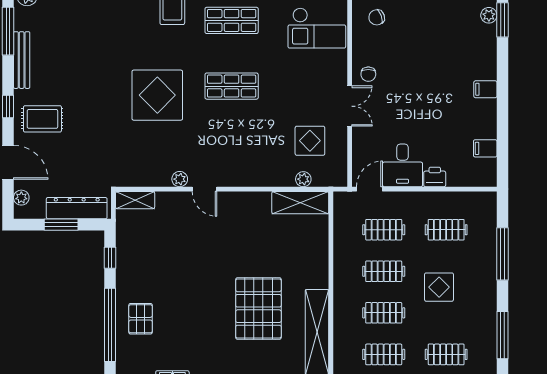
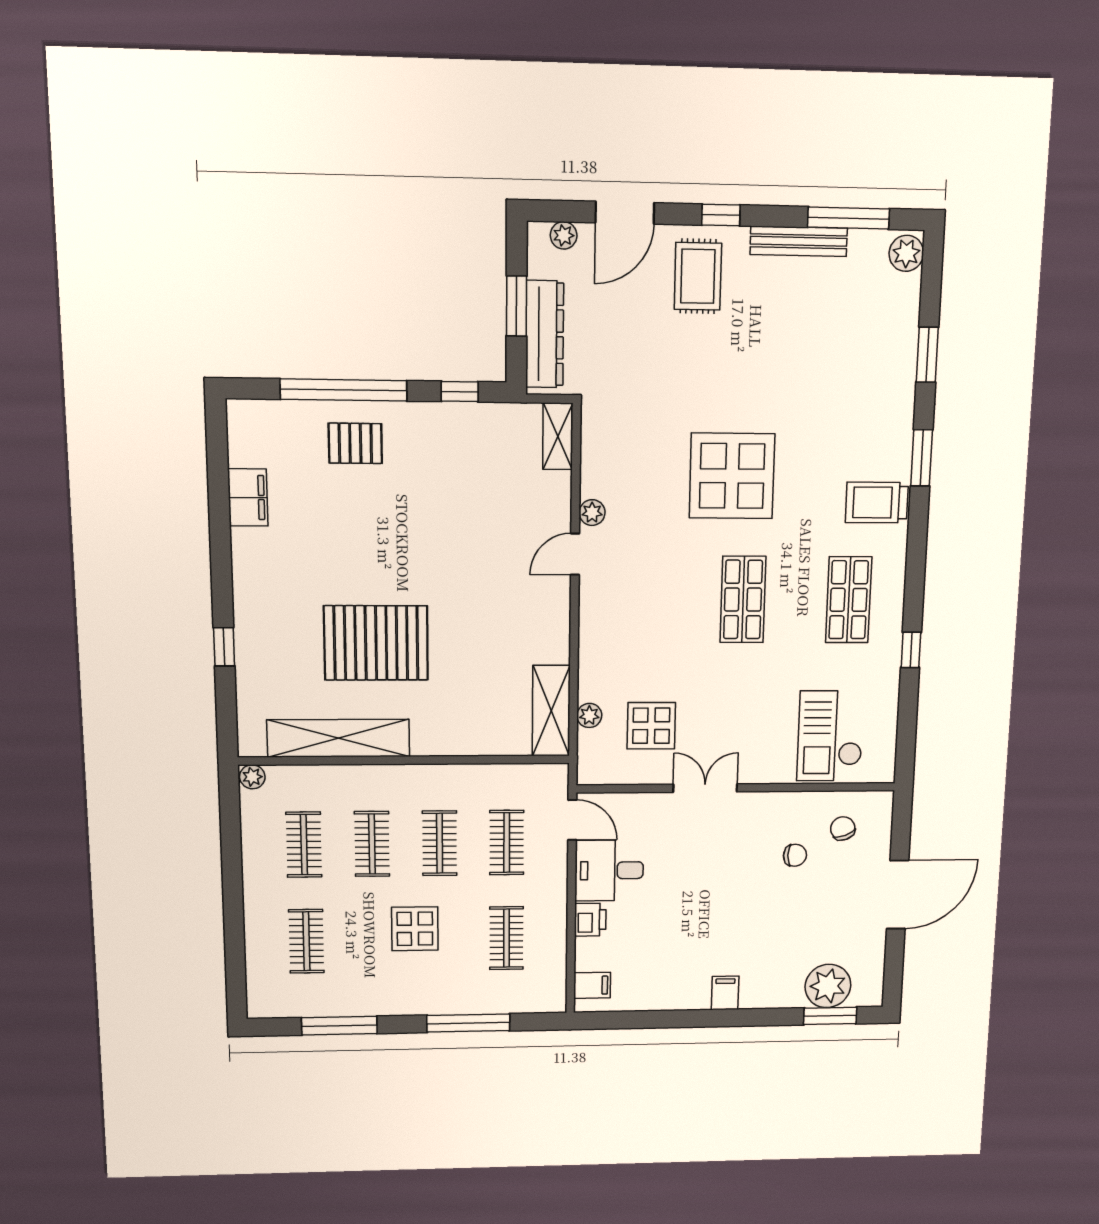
plant: (489, 15) -> (828, 986), width x1.88, depth x1.88
chair: (368, 74) -> (795, 855), moved, turned 180
double door: (350, 106) -> (705, 788), swing flipped
filing cabinet: (485, 148) -> (592, 985), moved, turned 90

